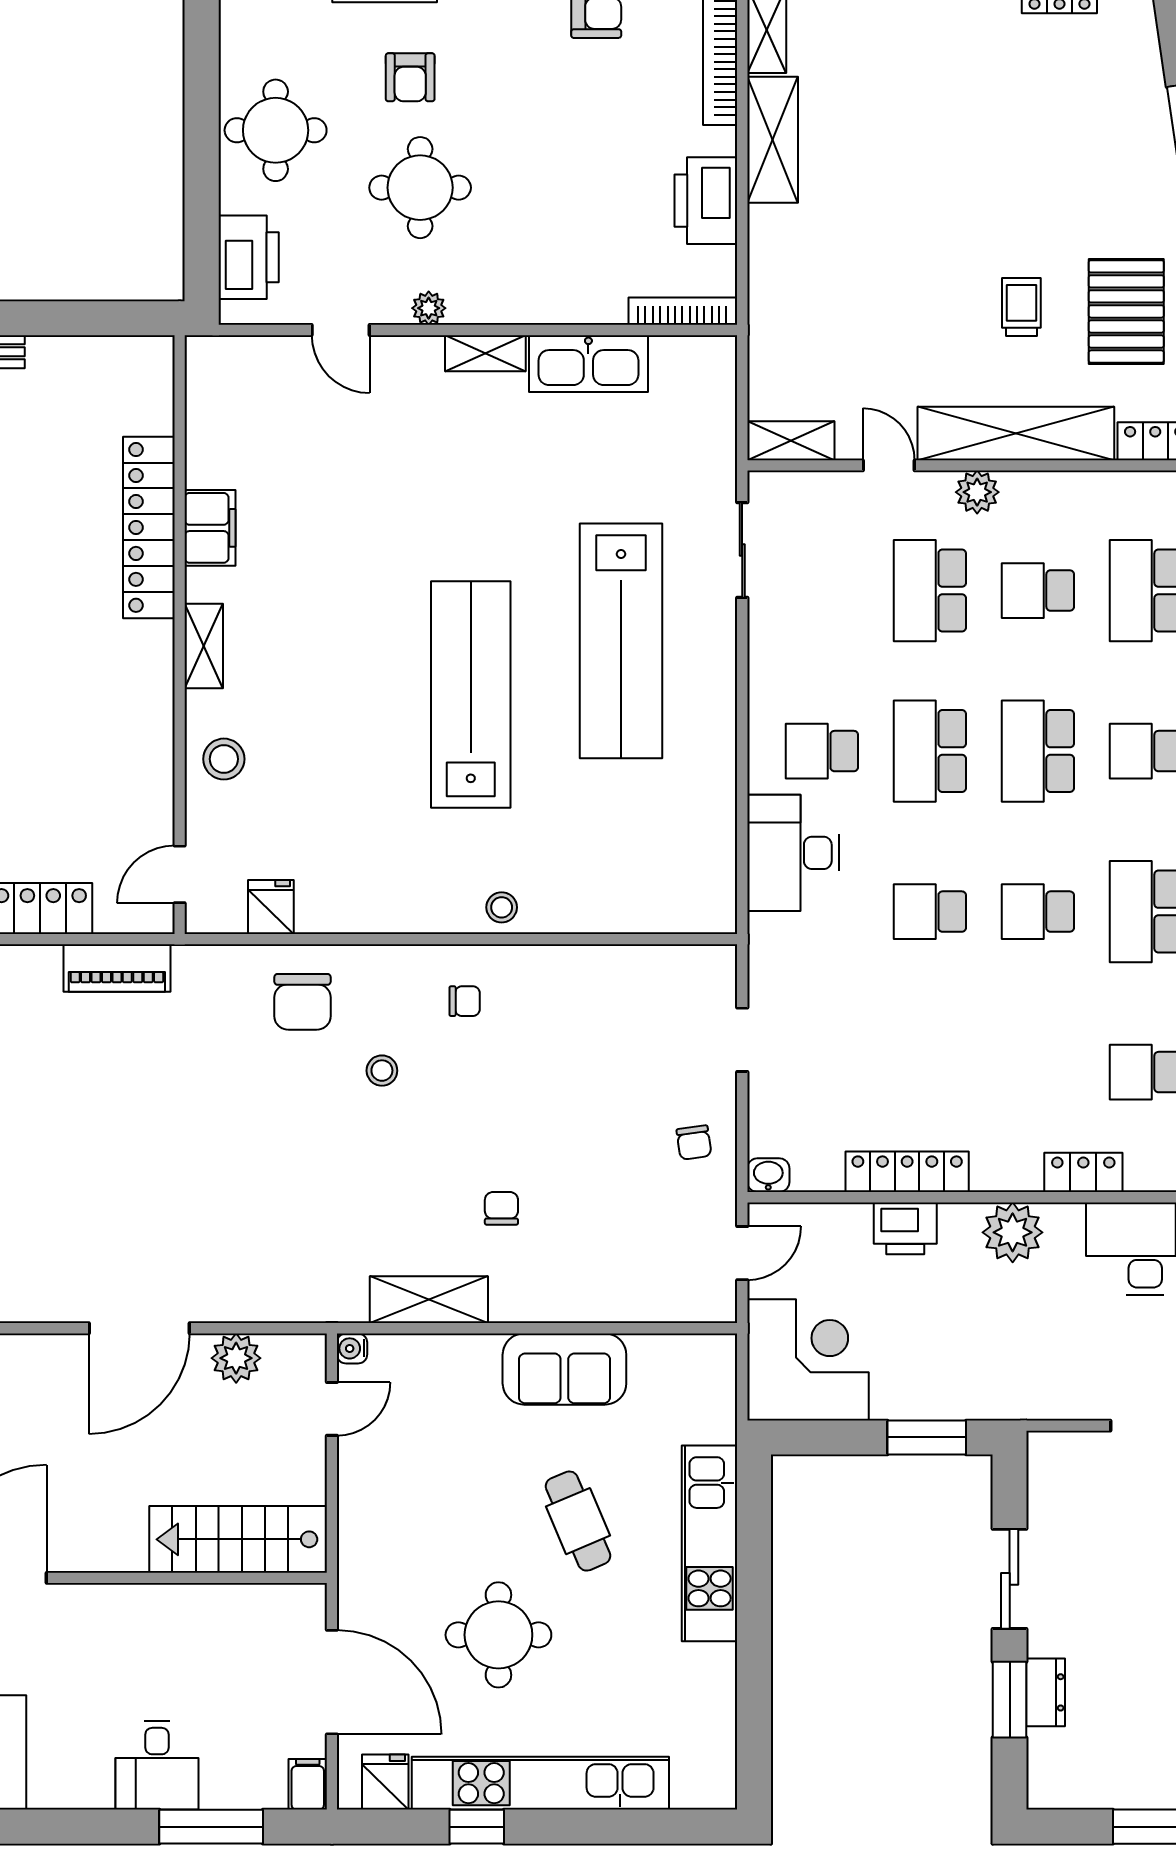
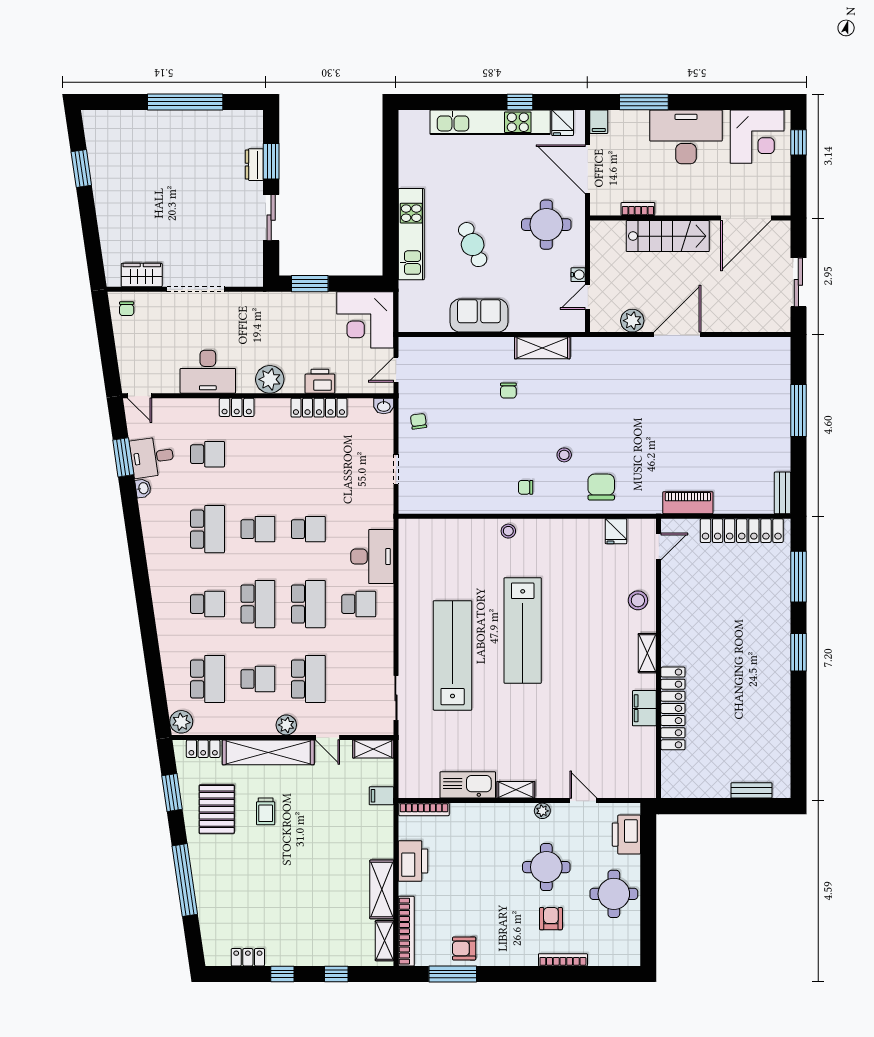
filing cabinet: (773, 340) -> (381, 796), added
water cooler: (352, 1348) -> (578, 275), moved
stairs: (238, 1539) -> (668, 236), moved
bookcase: (224, 1597) -> (638, 209), added
round table: (498, 1635) -> (546, 225), moved
desk: (157, 1765) -> (686, 137), width x1.87, depth x1.30

